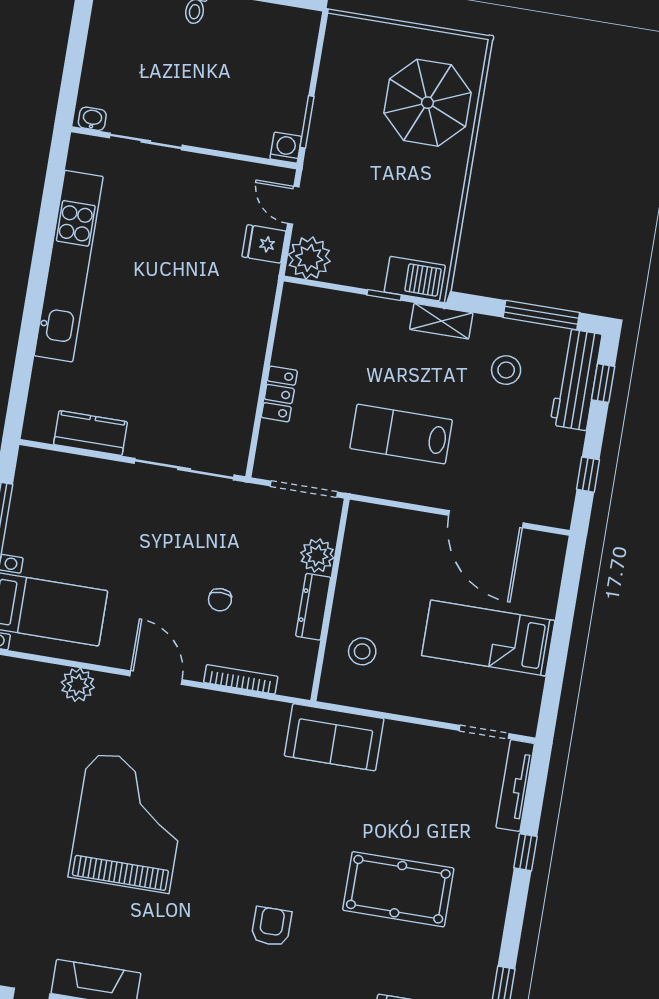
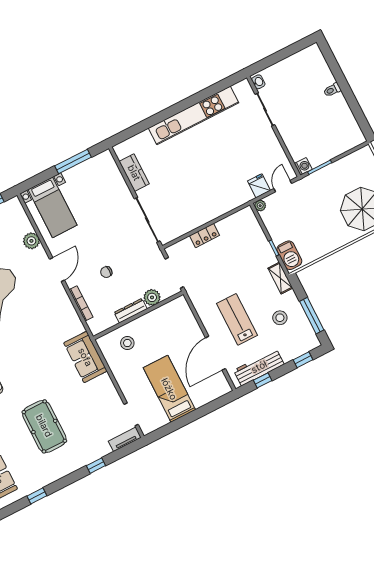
plant: (309, 258) -> (260, 206), width x0.53, depth x0.53
workbench: (576, 380) -> (259, 367), moved
lab bench: (401, 434) -> (237, 319), moved
tv unit: (515, 786) -> (125, 439), width x0.71

